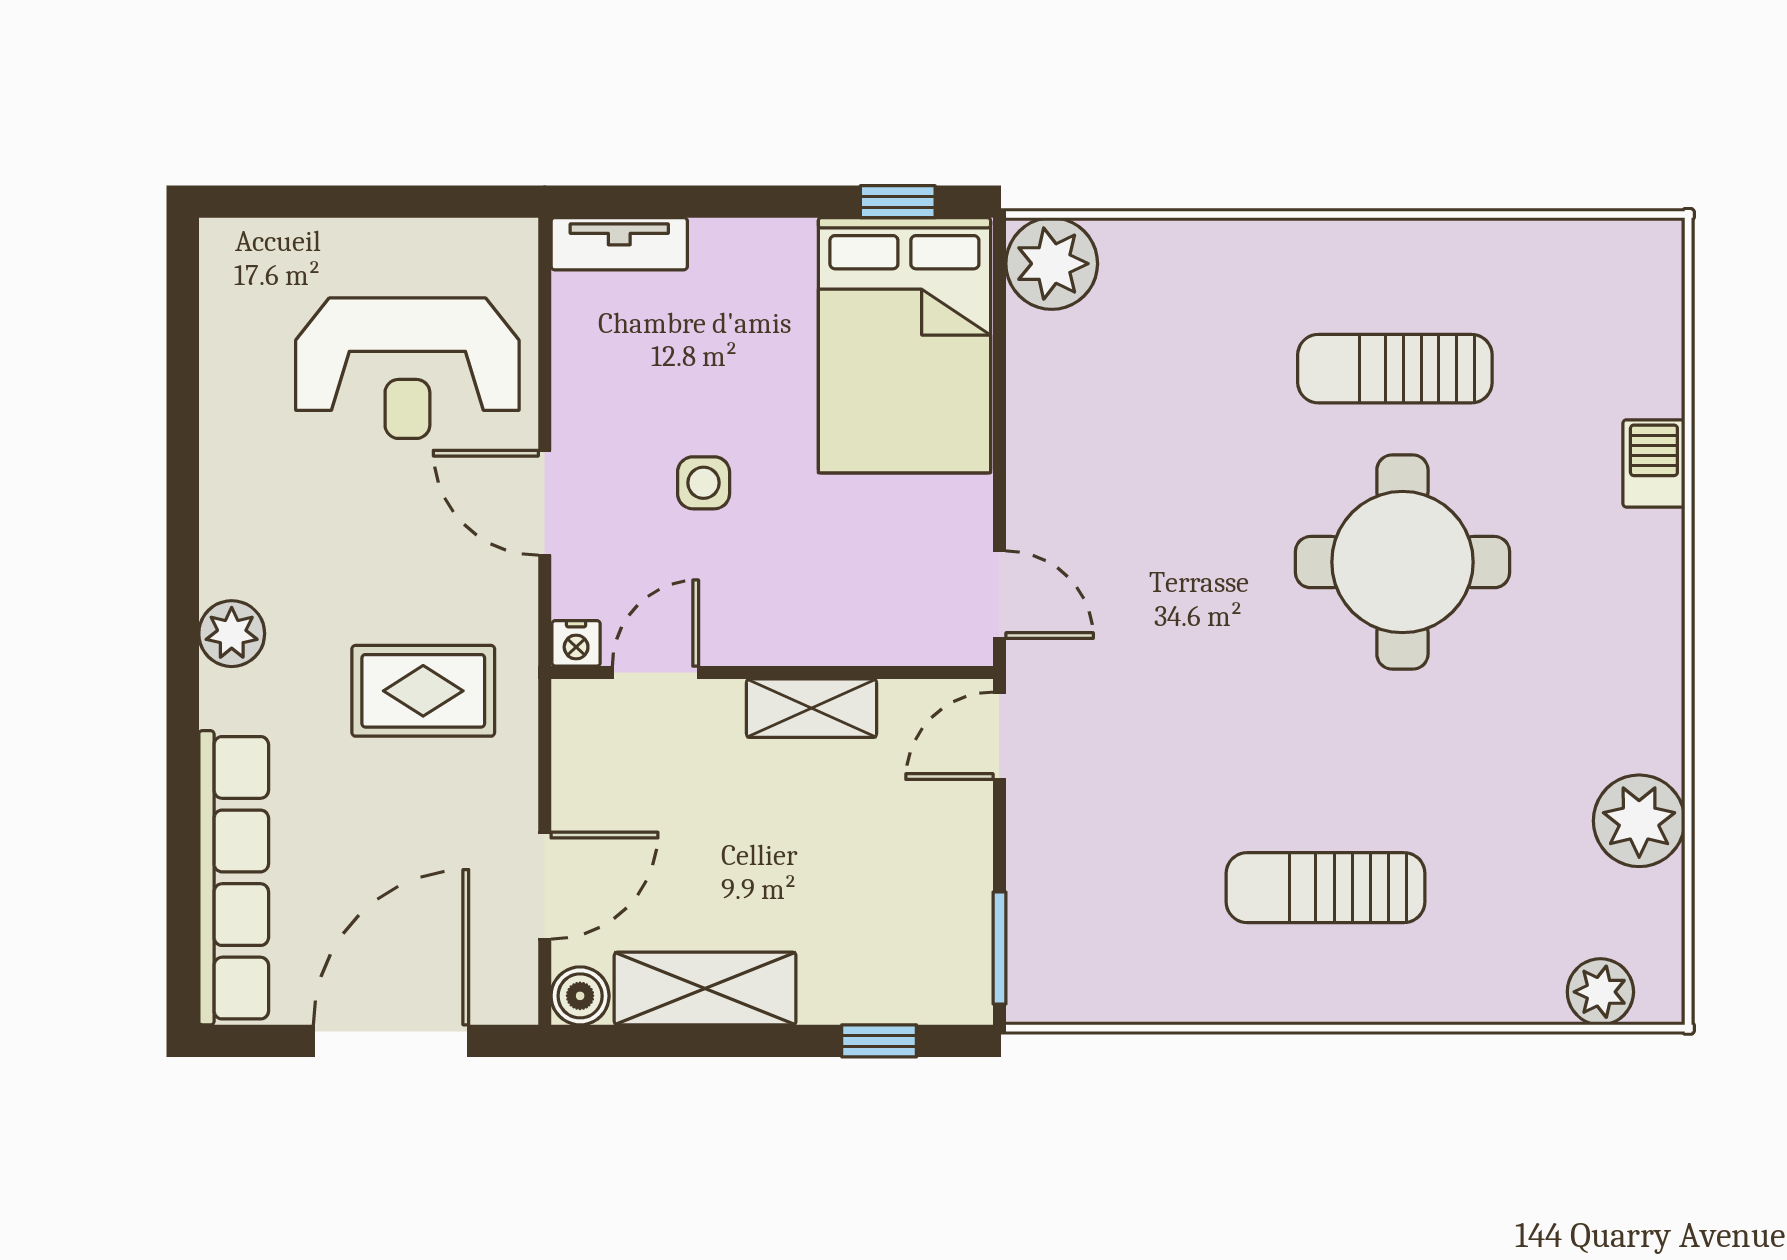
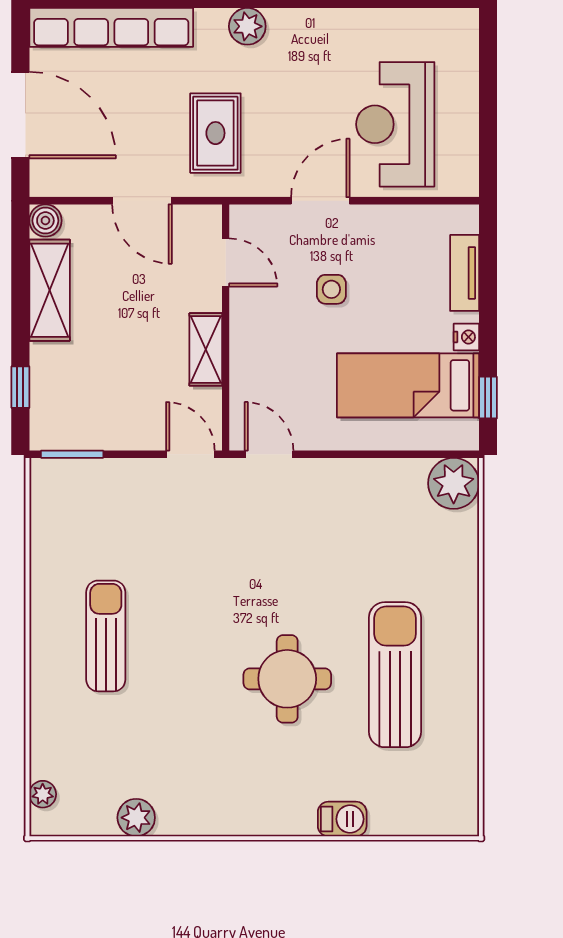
tv unit: (619, 244) -> (465, 273), moved
bed: (904, 345) -> (408, 385), width x0.67
sun lounger: (1395, 369) -> (395, 675), width x1.36, depth x1.34
round table: (1402, 562) -> (287, 679), width x0.73, depth x0.73
door: (999, 595) -> (269, 454), swing flipped
nightstand: (576, 643) -> (466, 337), moved, turned 180
plant: (1639, 821) -> (136, 818), width x0.73, depth x0.73
door: (545, 886) -> (142, 201), moved
plant: (1600, 992) -> (43, 794), width x0.73, depth x0.73

